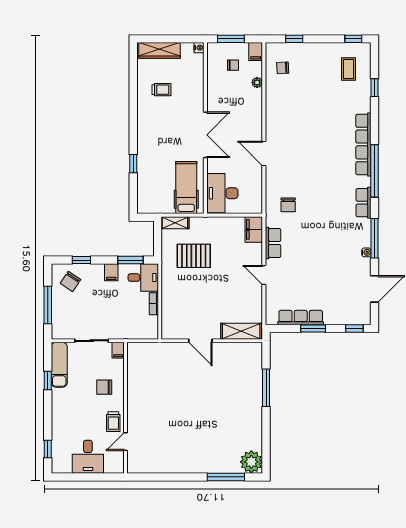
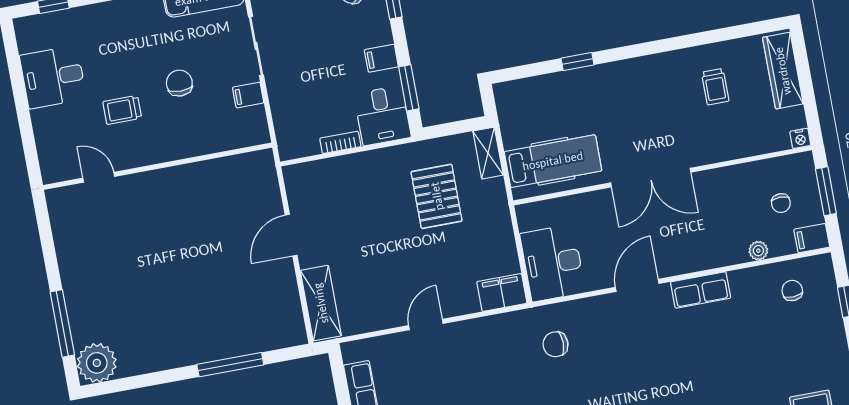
desk: (222, 193) -> (553, 263), moved, turned -90
row of seats: (273, 243) -> (701, 290), moved
wall: (125, 408) -> (158, 166), moved
door: (125, 442) -> (99, 177), moved

